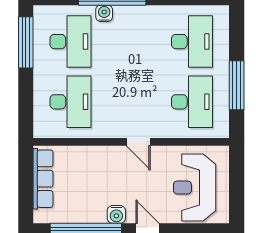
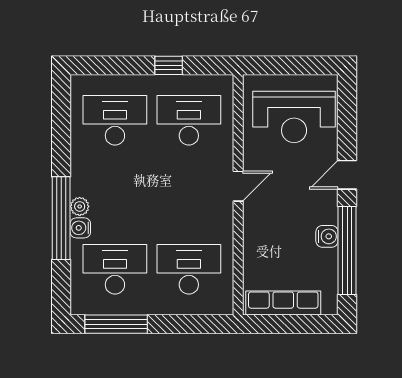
plant: (122, 13) -> (80, 206), added
window: (237, 85) -> (169, 65), width x0.46
water cooler: (116, 214) -> (327, 236), moved

